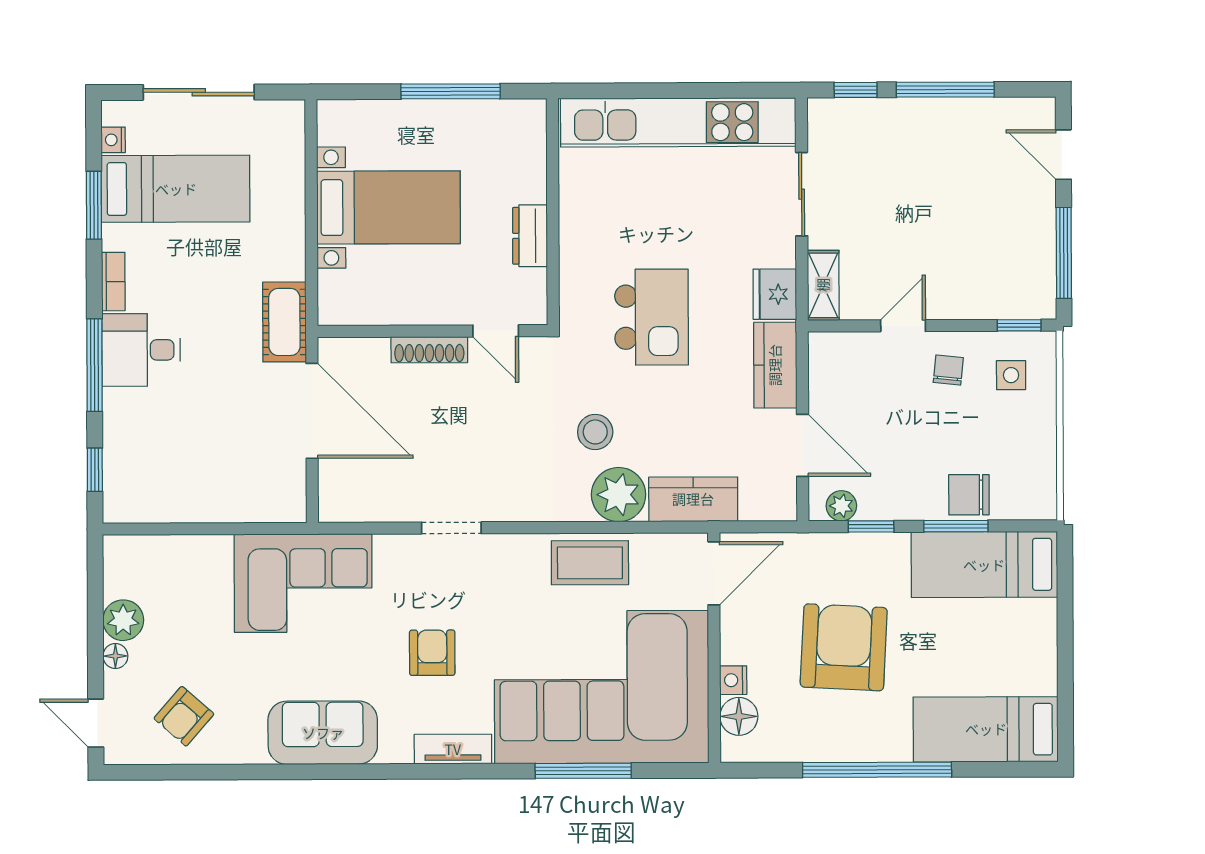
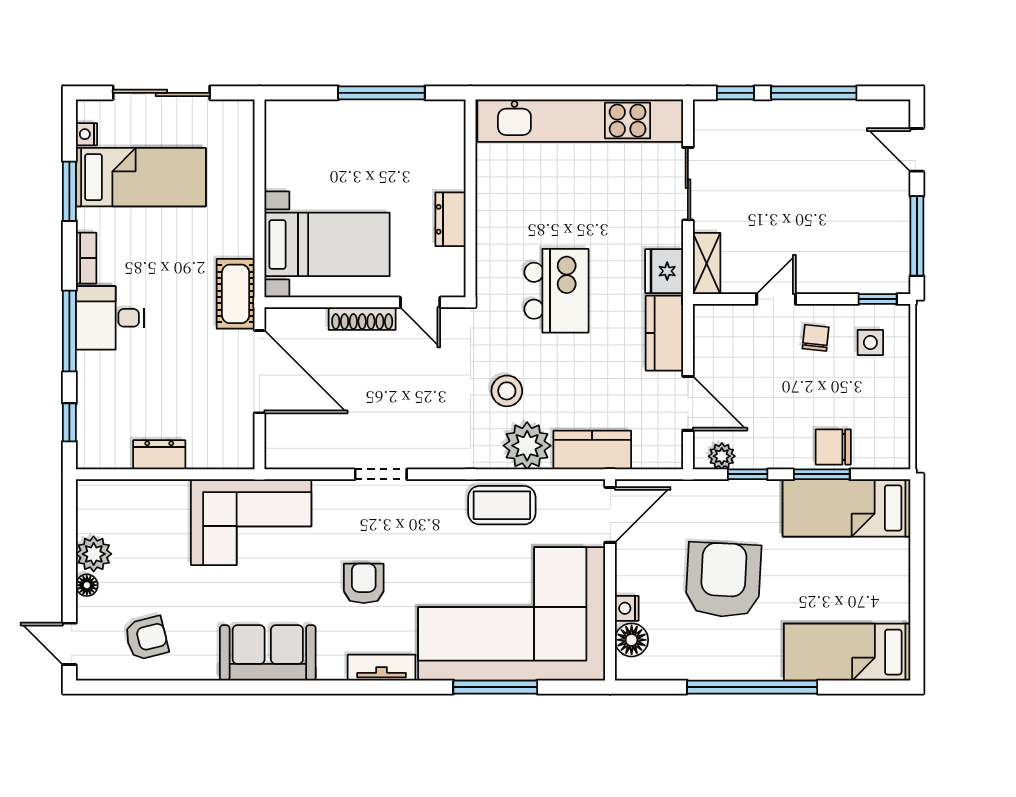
bed with nightstands: (389, 207) -> (327, 244), moved
dresser: (198, 506) -> (159, 455), added
armchair: (184, 716) -> (147, 638), turned -145

